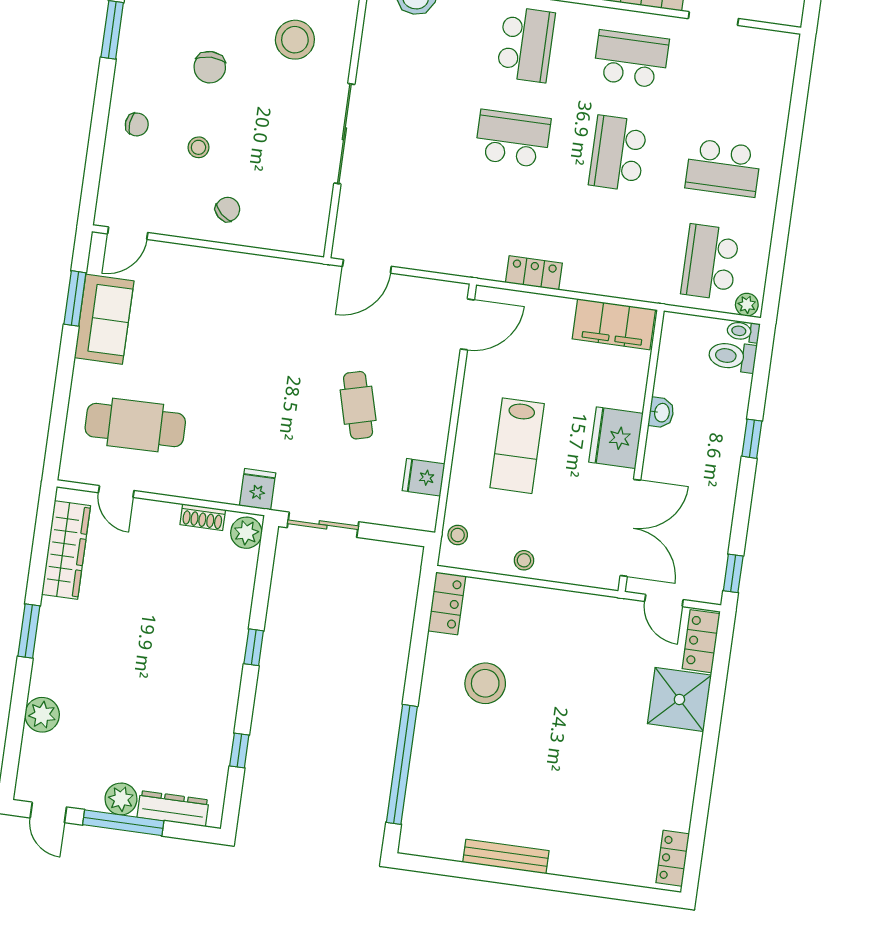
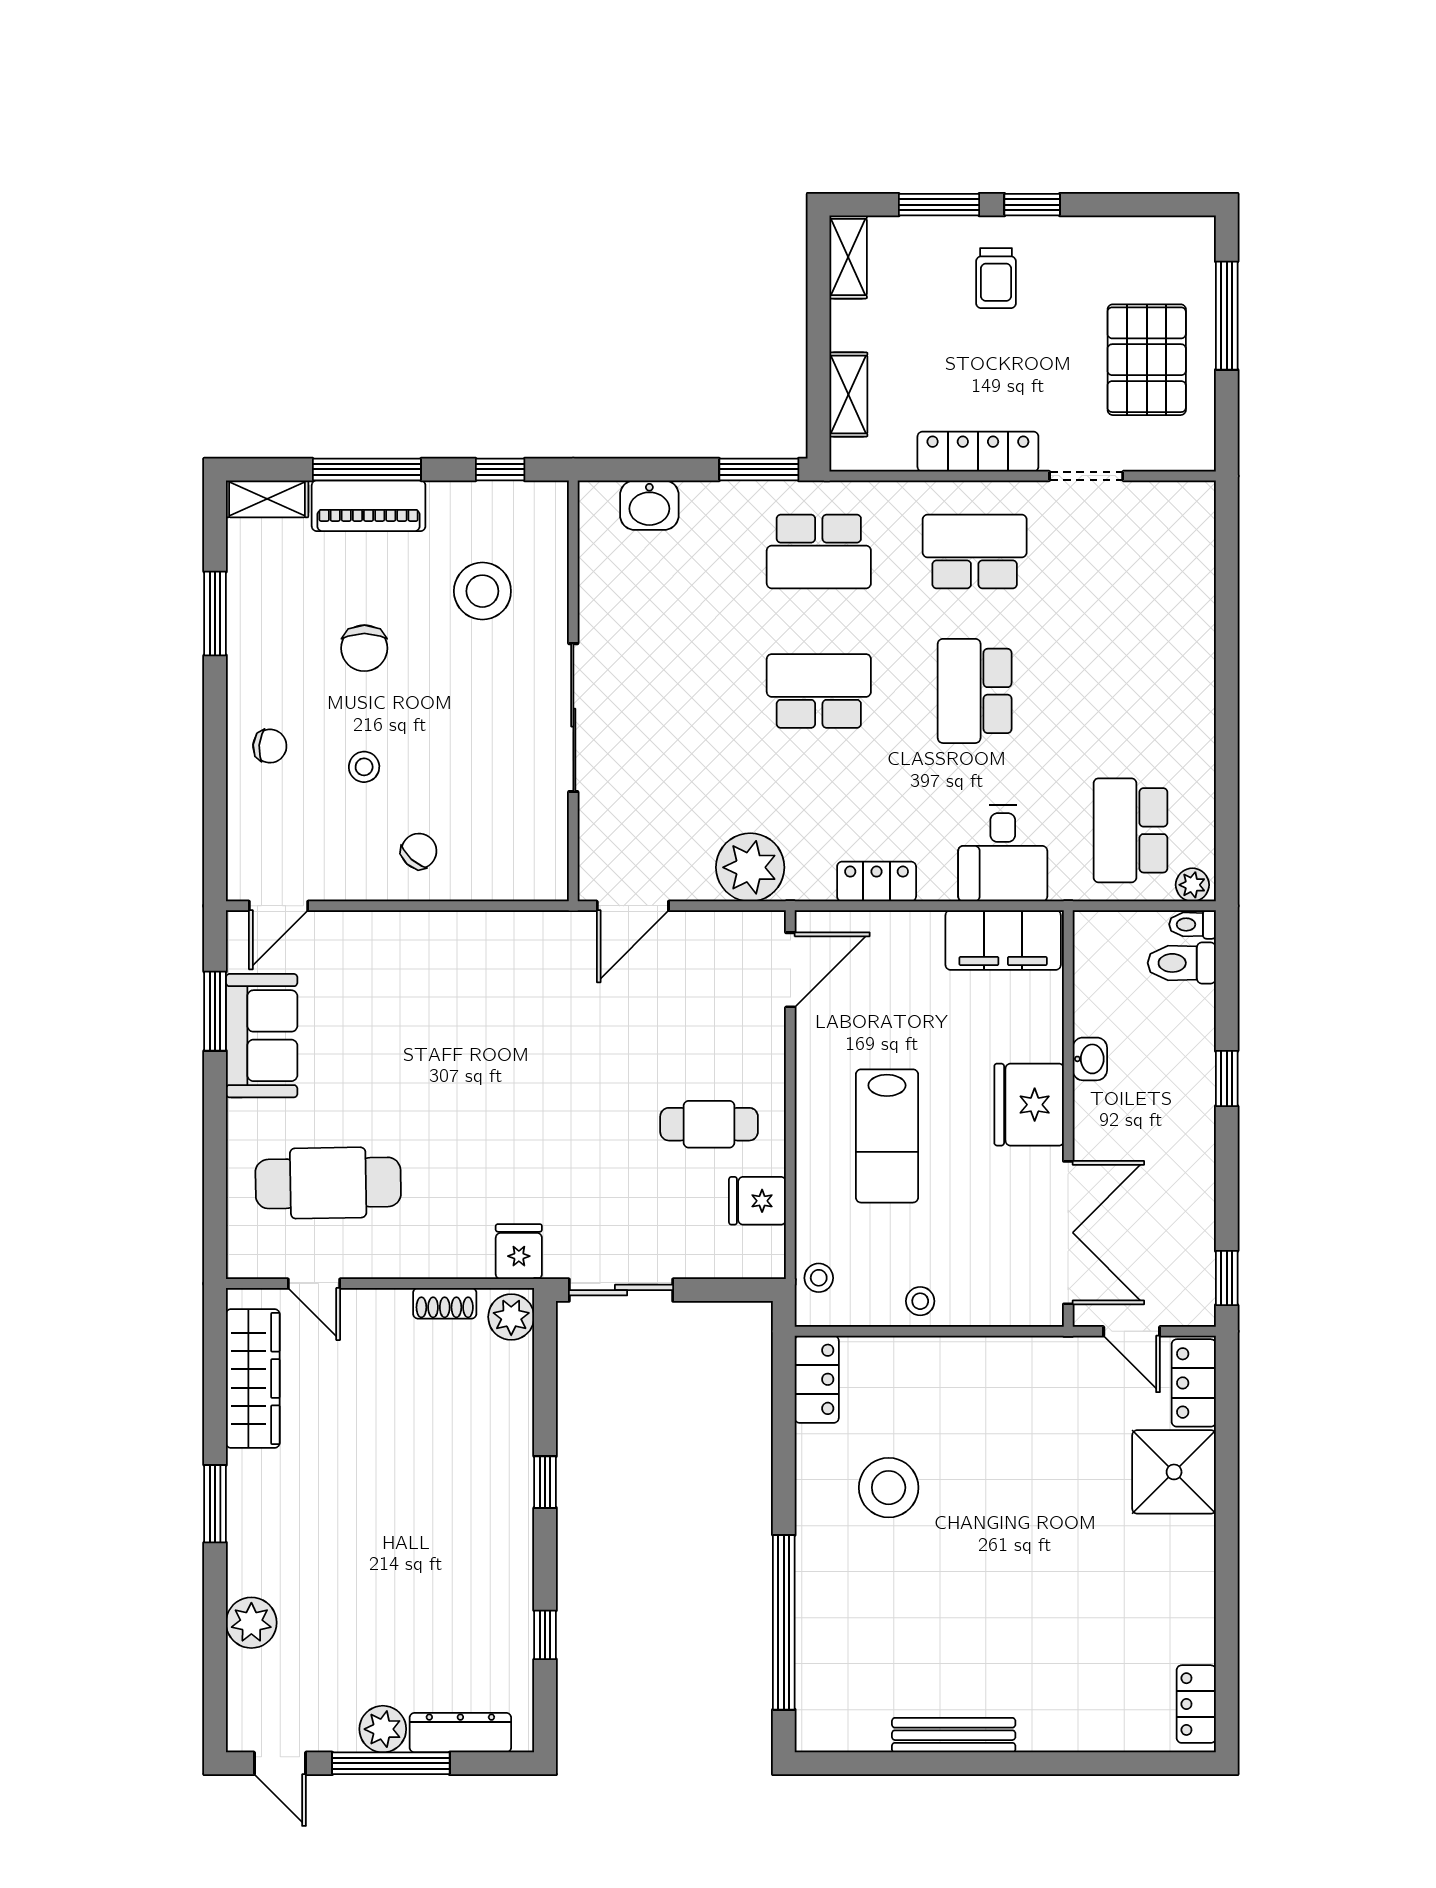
school desk: (526, 44) -> (819, 551), turned 90
school desk: (723, 168) -> (1130, 691), removed
plant: (450, 251) -> (750, 867), added
desk: (622, 266) -> (1003, 853), added
cafe table: (358, 405) -> (709, 1124), moved, turned -75

